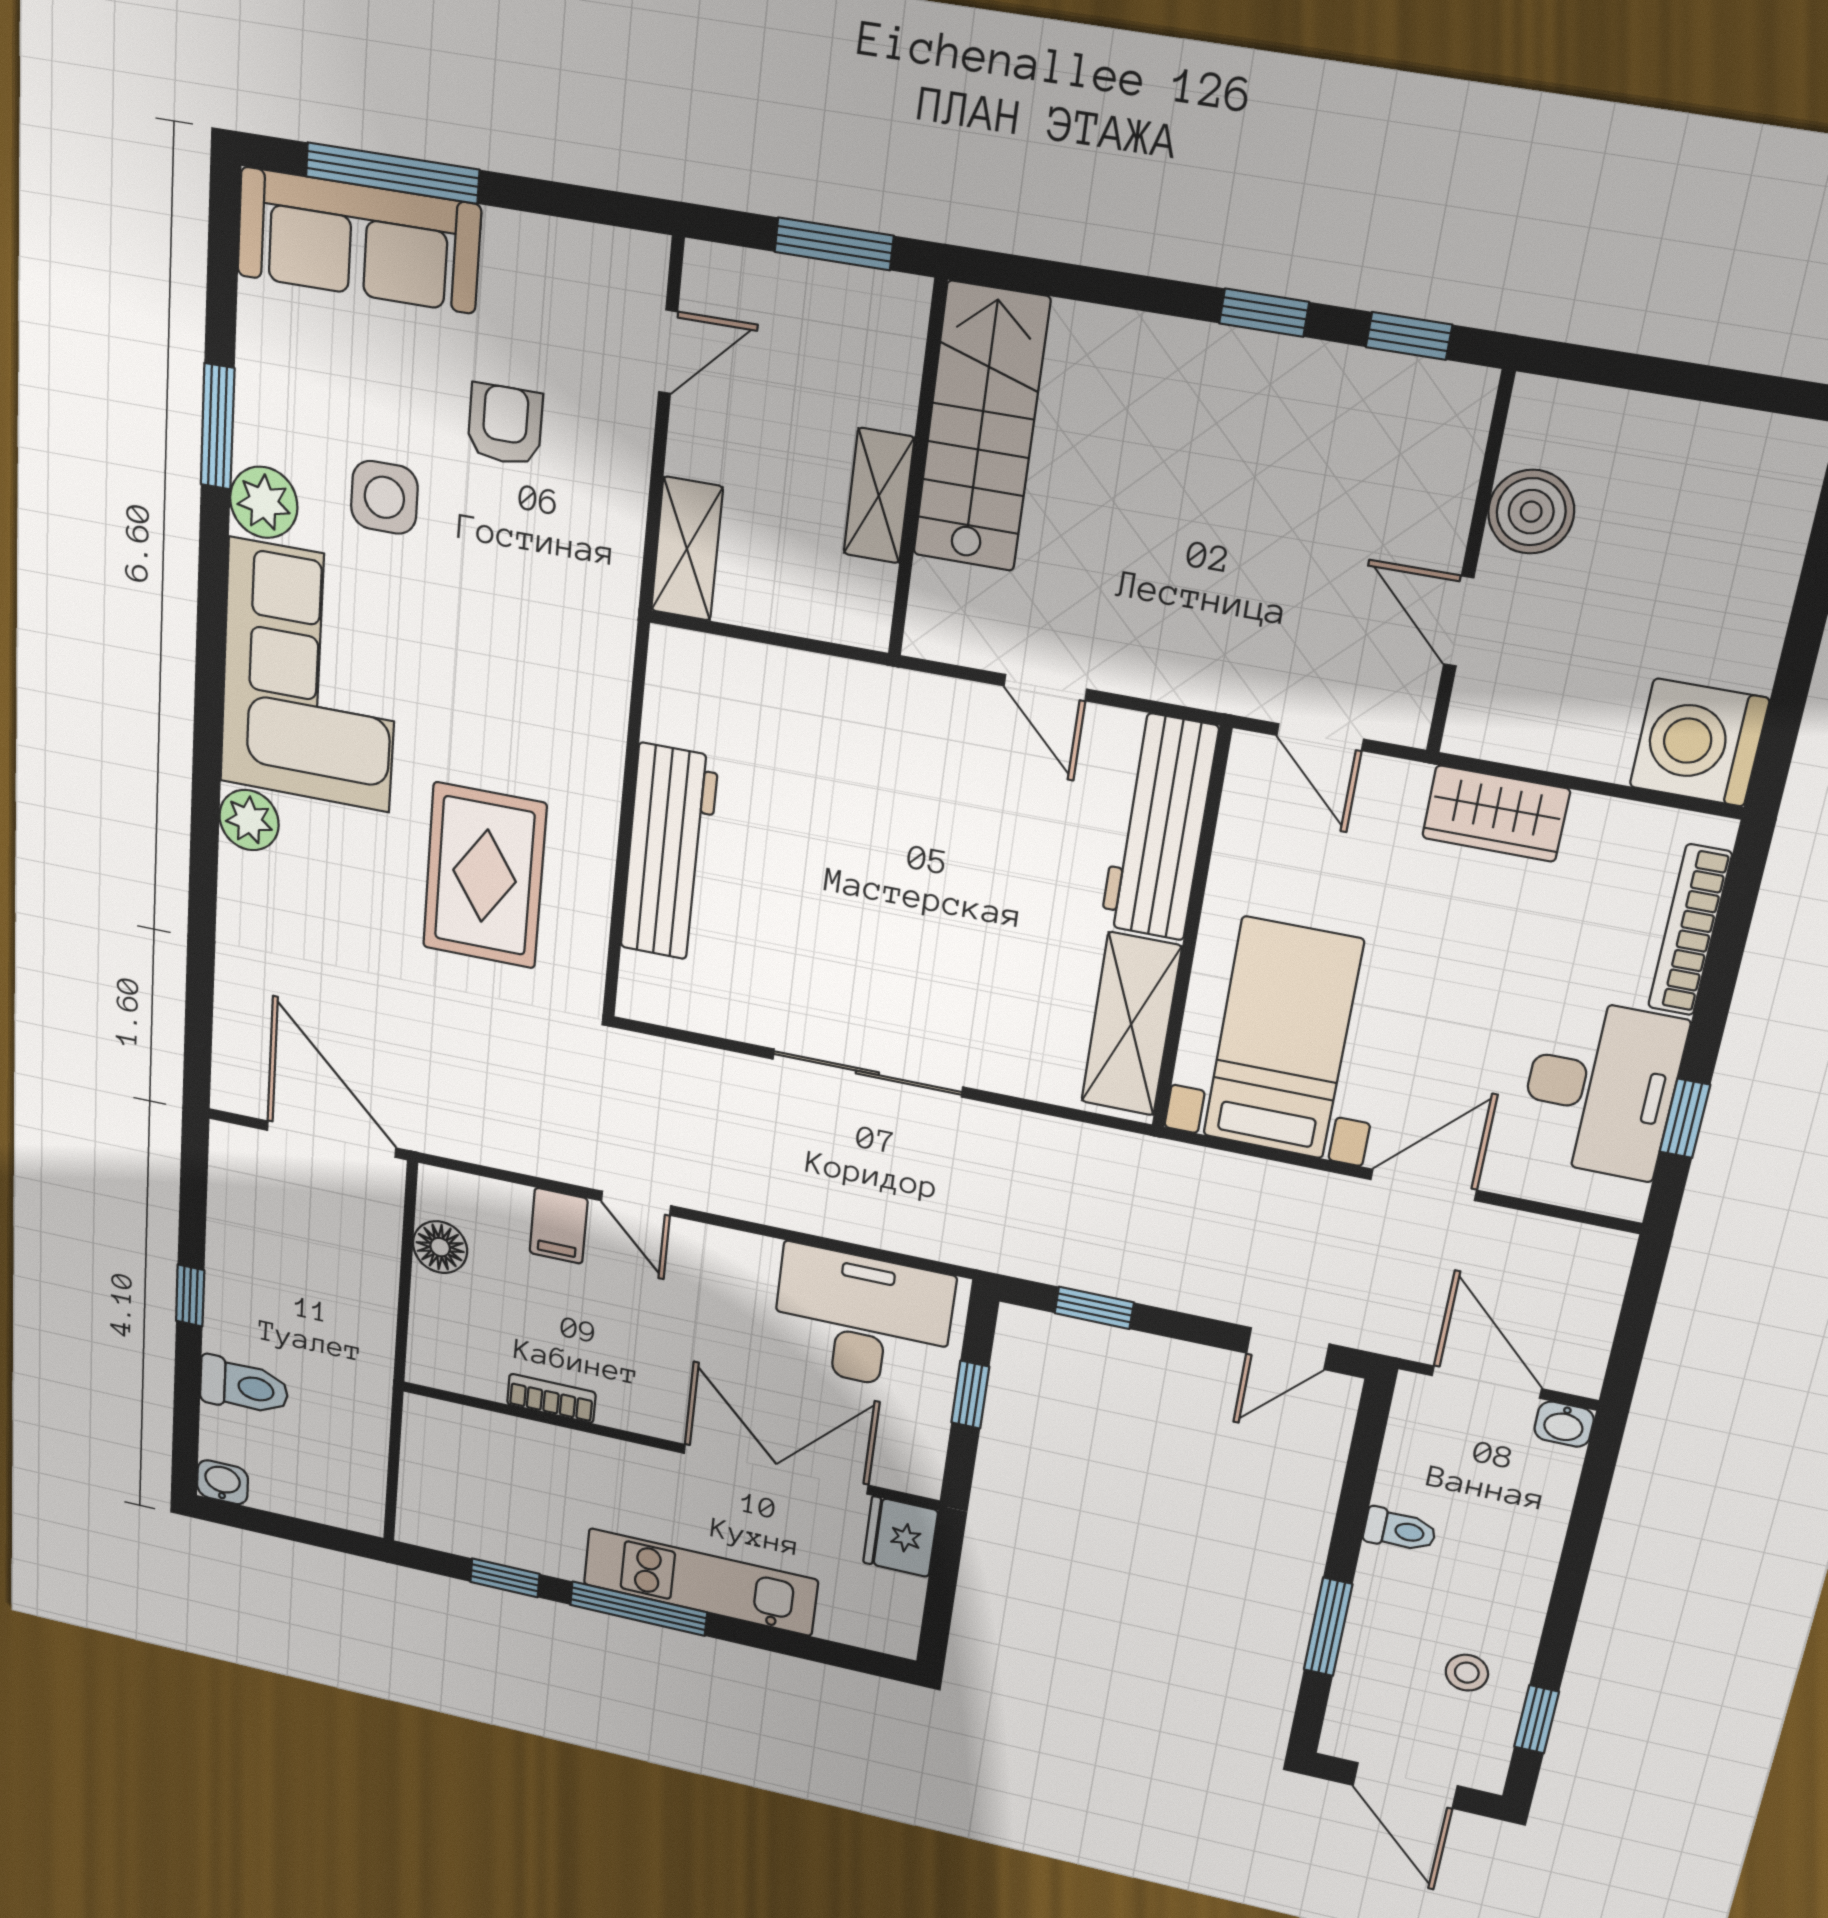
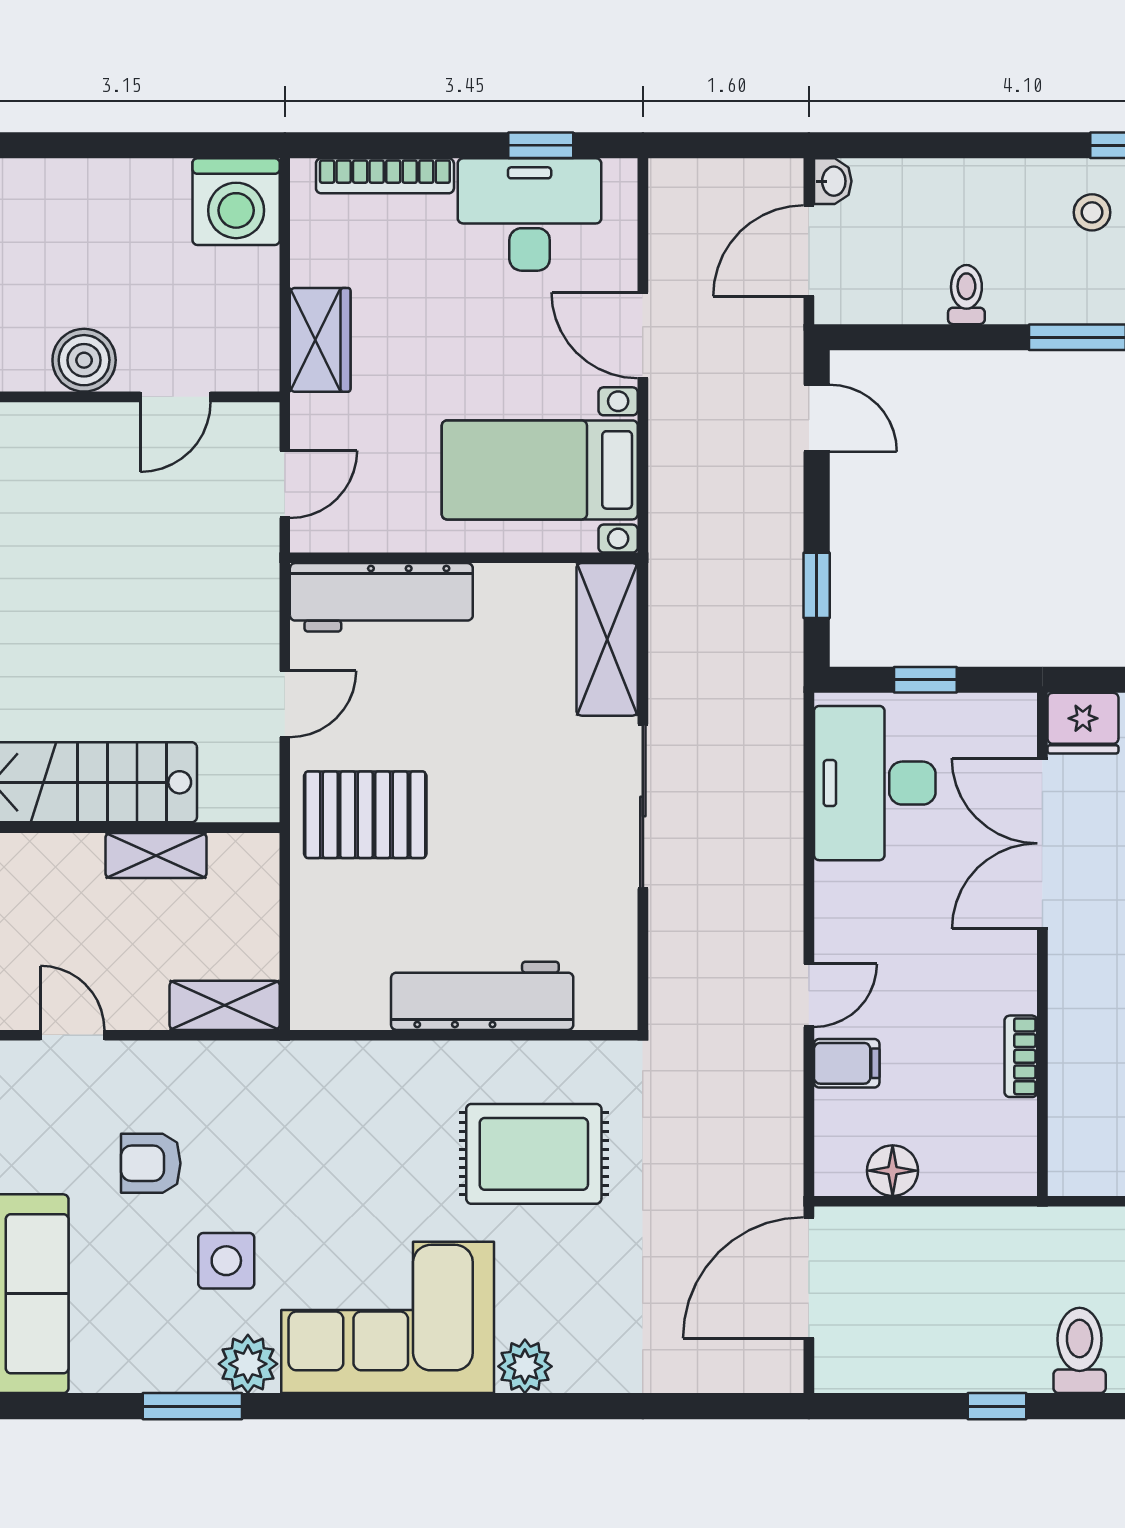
pallet: (897, 759) -> (365, 815), added
shelving: (1131, 1024) -> (607, 639), moved, turned 90

